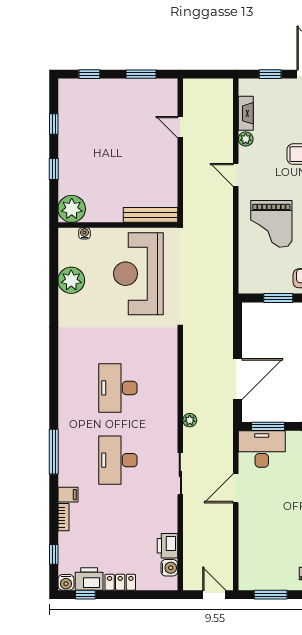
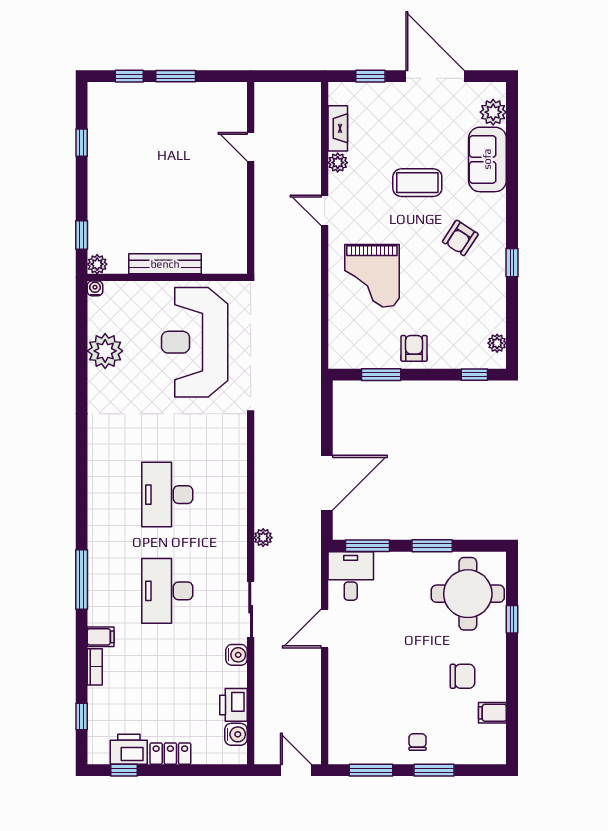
window: (141, 74) -> (176, 76), moved
window: (54, 169) -> (82, 235), moved
plant: (72, 209) -> (97, 264), width x0.53, depth x0.53
bench: (151, 215) -> (165, 264), moved
water cooler: (84, 233) -> (95, 288), moved
desk: (262, 449) -> (351, 576), width x0.73
water cooler: (66, 582) -> (236, 655), moved, turned -90

